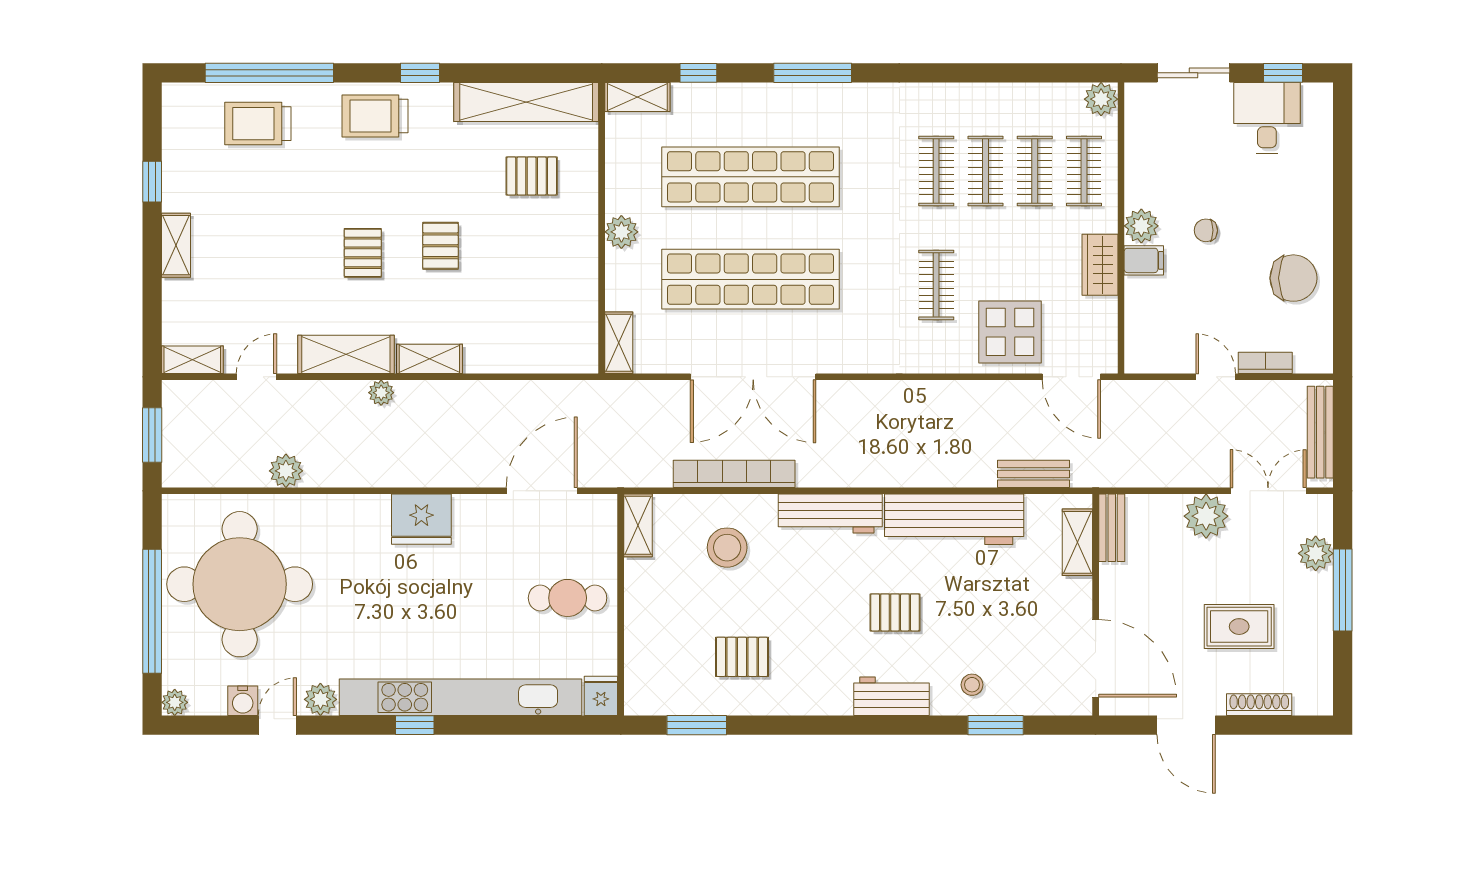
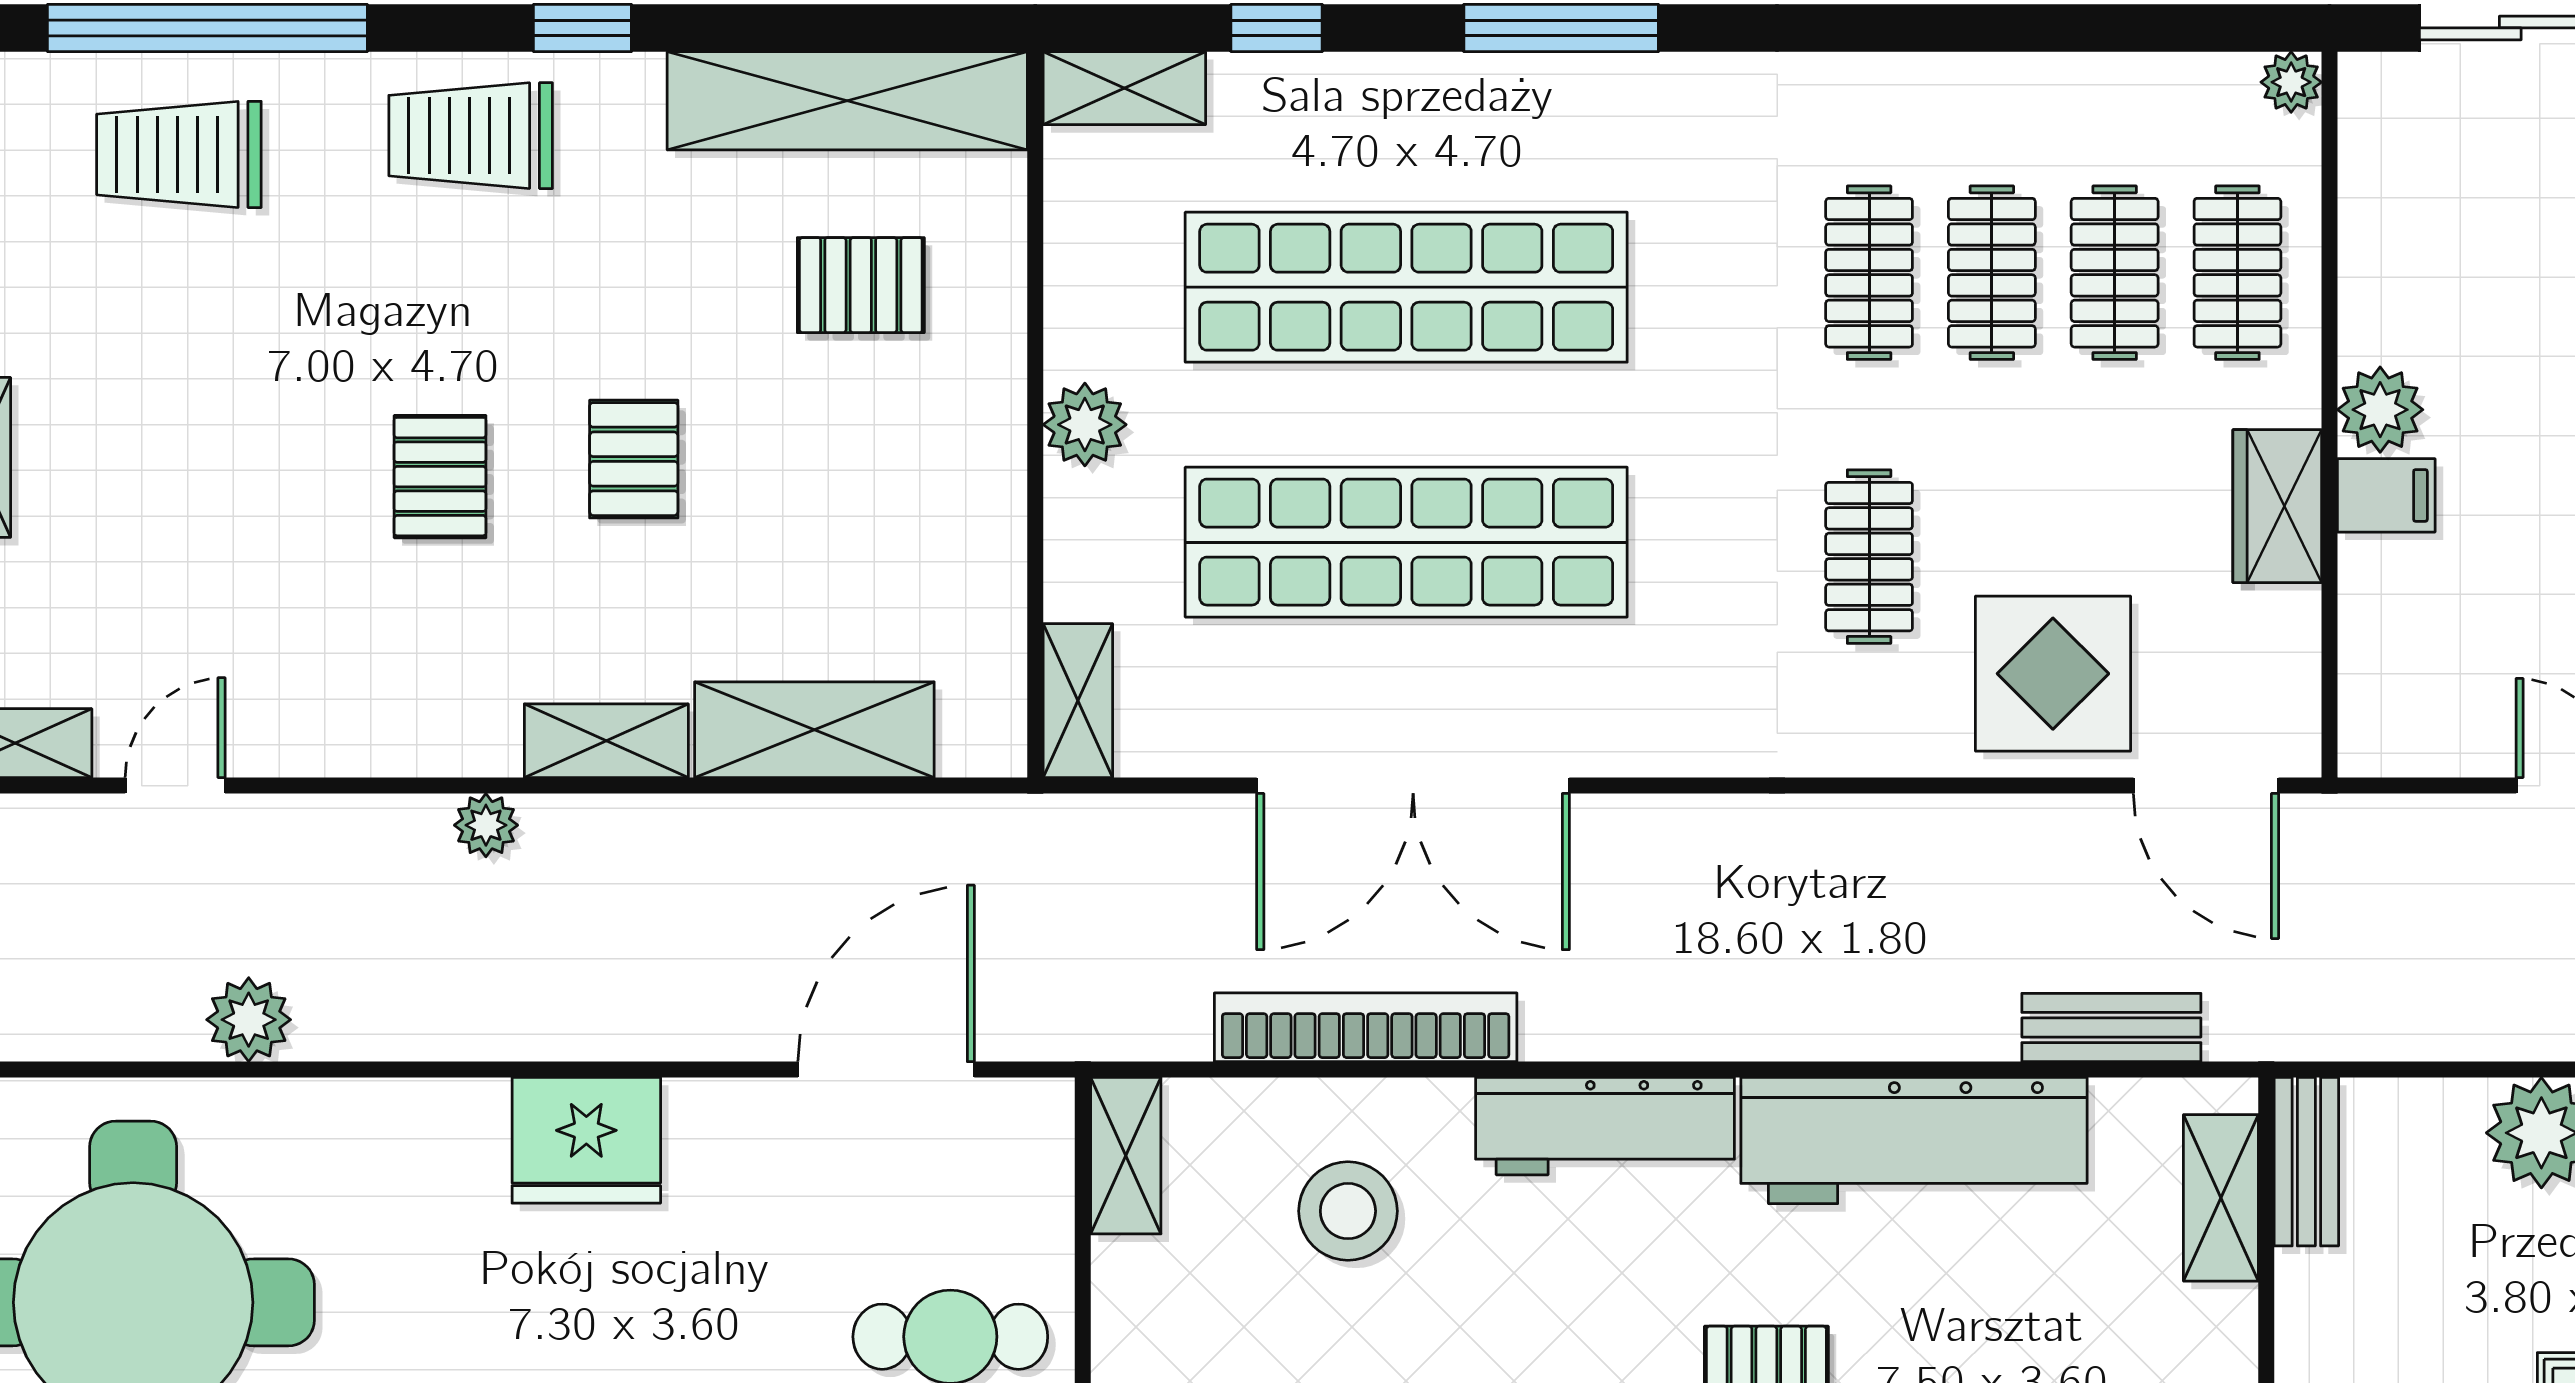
plant: (1101, 99) -> (2291, 82), width x0.73, depth x0.73
chair: (1206, 230) -> (2541, 420), removed
shelving: (346, 354) -> (814, 730), moved

